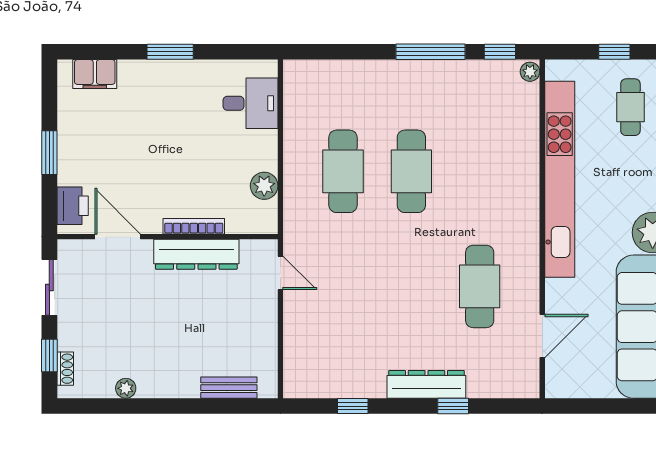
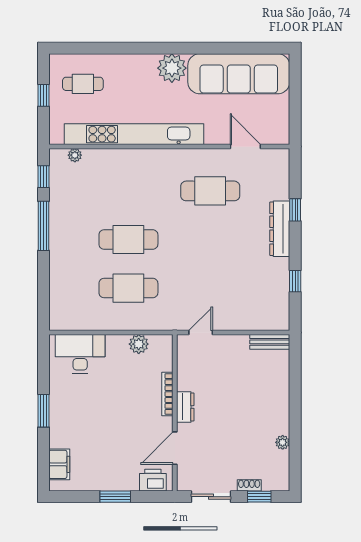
plant: (530, 72) -> (75, 155), moved
desk: (250, 103) -> (80, 354), width x1.37
dresser: (196, 254) -> (185, 407), width x0.51, depth x0.80
shoe rack: (65, 369) -> (249, 485), moved
bench: (229, 388) -> (270, 342), moved, turned 90

